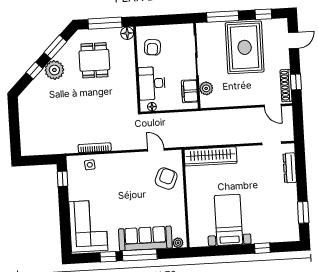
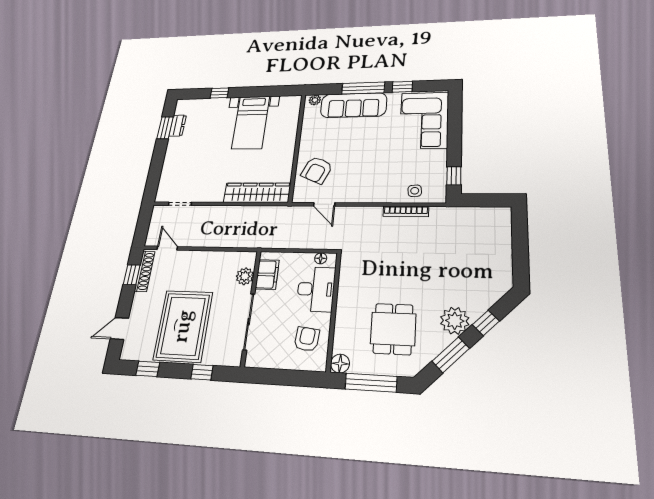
window: (223, 17) -> (202, 372), width x0.46
dresser: (290, 168) -> (178, 126), moved, width x0.70

